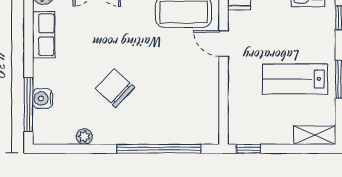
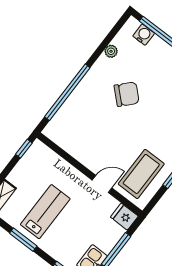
water cooler: (43, 99) -> (144, 35), moved

